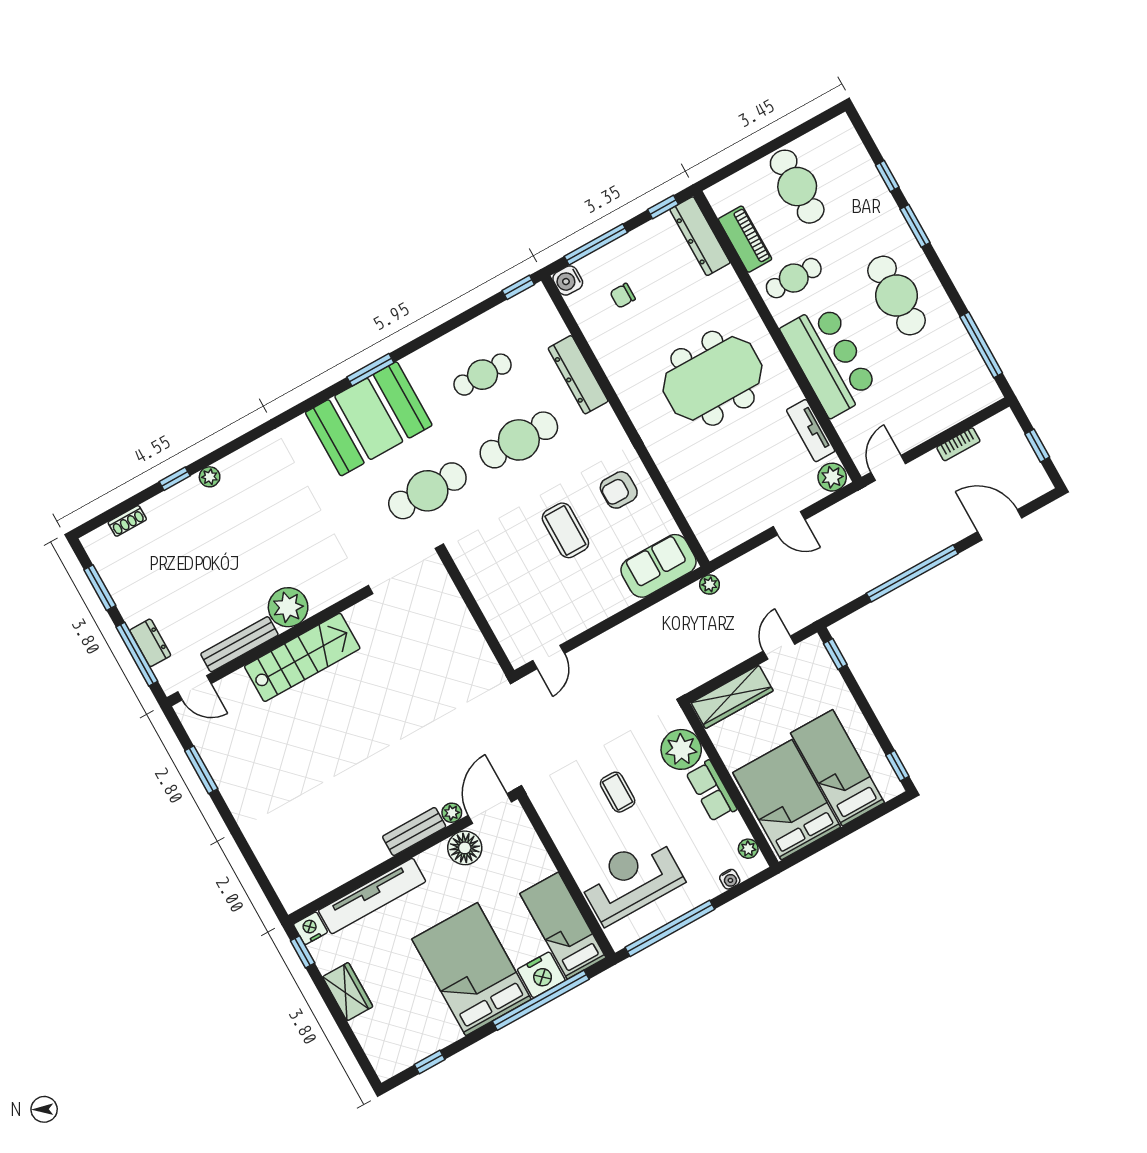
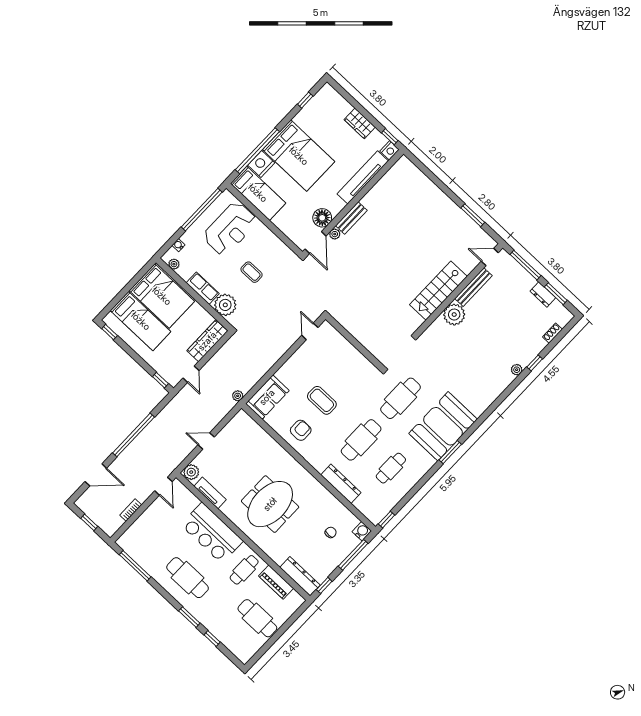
dresser: (150, 643) -> (543, 294), moved

